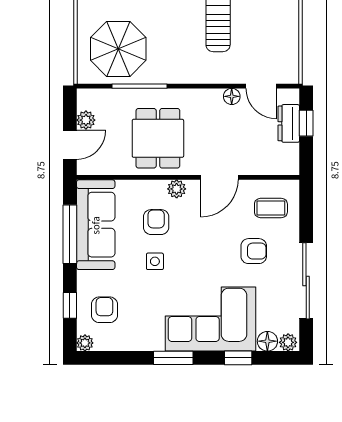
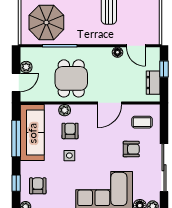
dresser: (289, 123) -> (153, 83), moved
plant: (177, 189) -> (65, 110), moved

